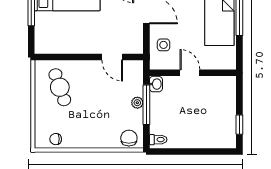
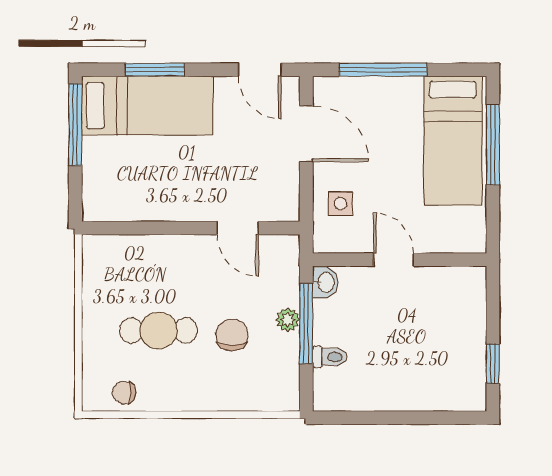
cafe table: (60, 87) -> (158, 331), moved, turned -71
chair: (129, 138) -> (232, 335), moved
toilet: (158, 140) -> (330, 357), moved

